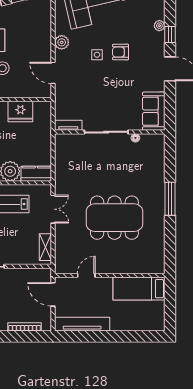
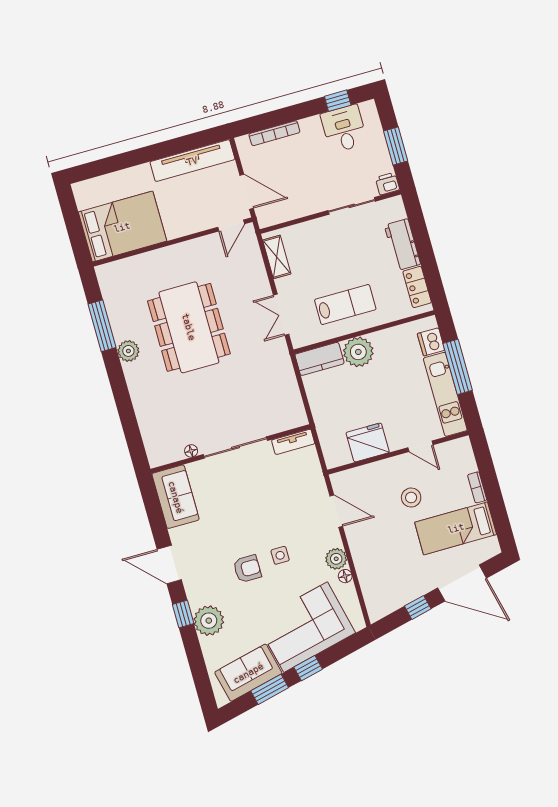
plant: (159, 26) -> (209, 621), width x1.87, depth x1.87
floor lamp: (59, 30) -> (345, 576), added
window: (170, 199) -> (102, 326), moved
plant: (158, 213) -> (128, 351), added
dining table: (114, 218) -> (189, 327), turned 90
door: (86, 275) -> (231, 226), moved
bed: (139, 289) -> (122, 227), width x1.50

